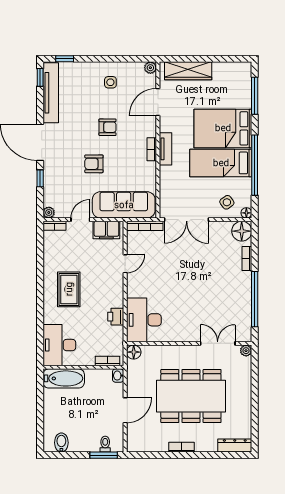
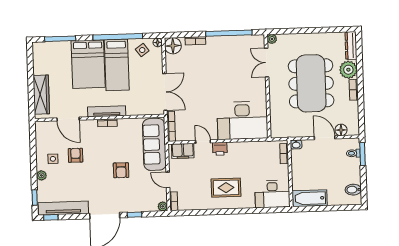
plant: (150, 68) -> (41, 175), moved
armchair: (108, 127) -> (75, 155), moved
tv unit: (165, 149) -> (107, 111), width x1.41
side table: (227, 202) -> (142, 50), moved
filing cabinet: (106, 230) -> (183, 151), moved, turned 90
printer: (116, 317) -> (220, 149), moved
desk: (144, 320) -> (242, 120), width x1.36, depth x1.30
floor lamp: (134, 352) -> (341, 130), moved
bathtub: (64, 378) -> (310, 198), moved, turned -90
plant: (206, 442) -> (348, 70), added

